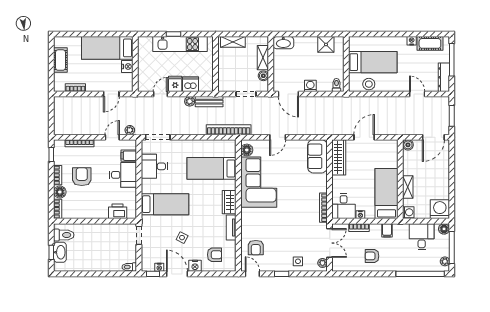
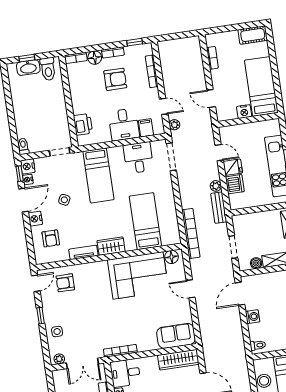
cot: (60, 60) -> (253, 35), moved
nightstand: (148, 266) -> (28, 166), added

